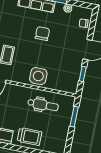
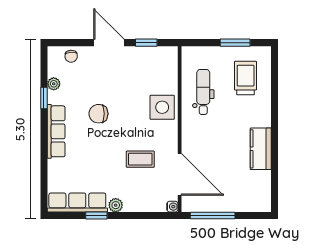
window: (74, 117) -> (235, 43), moved
trolley: (29, 137) -> (246, 78), moved

